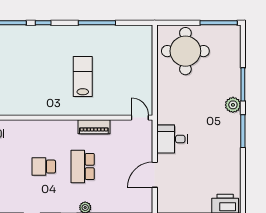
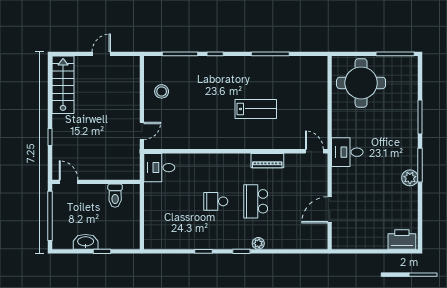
lab bench: (83, 76) -> (256, 109), turned 90
plant: (233, 105) -> (410, 178), moved
desk: (172, 139) -> (347, 152), moved

